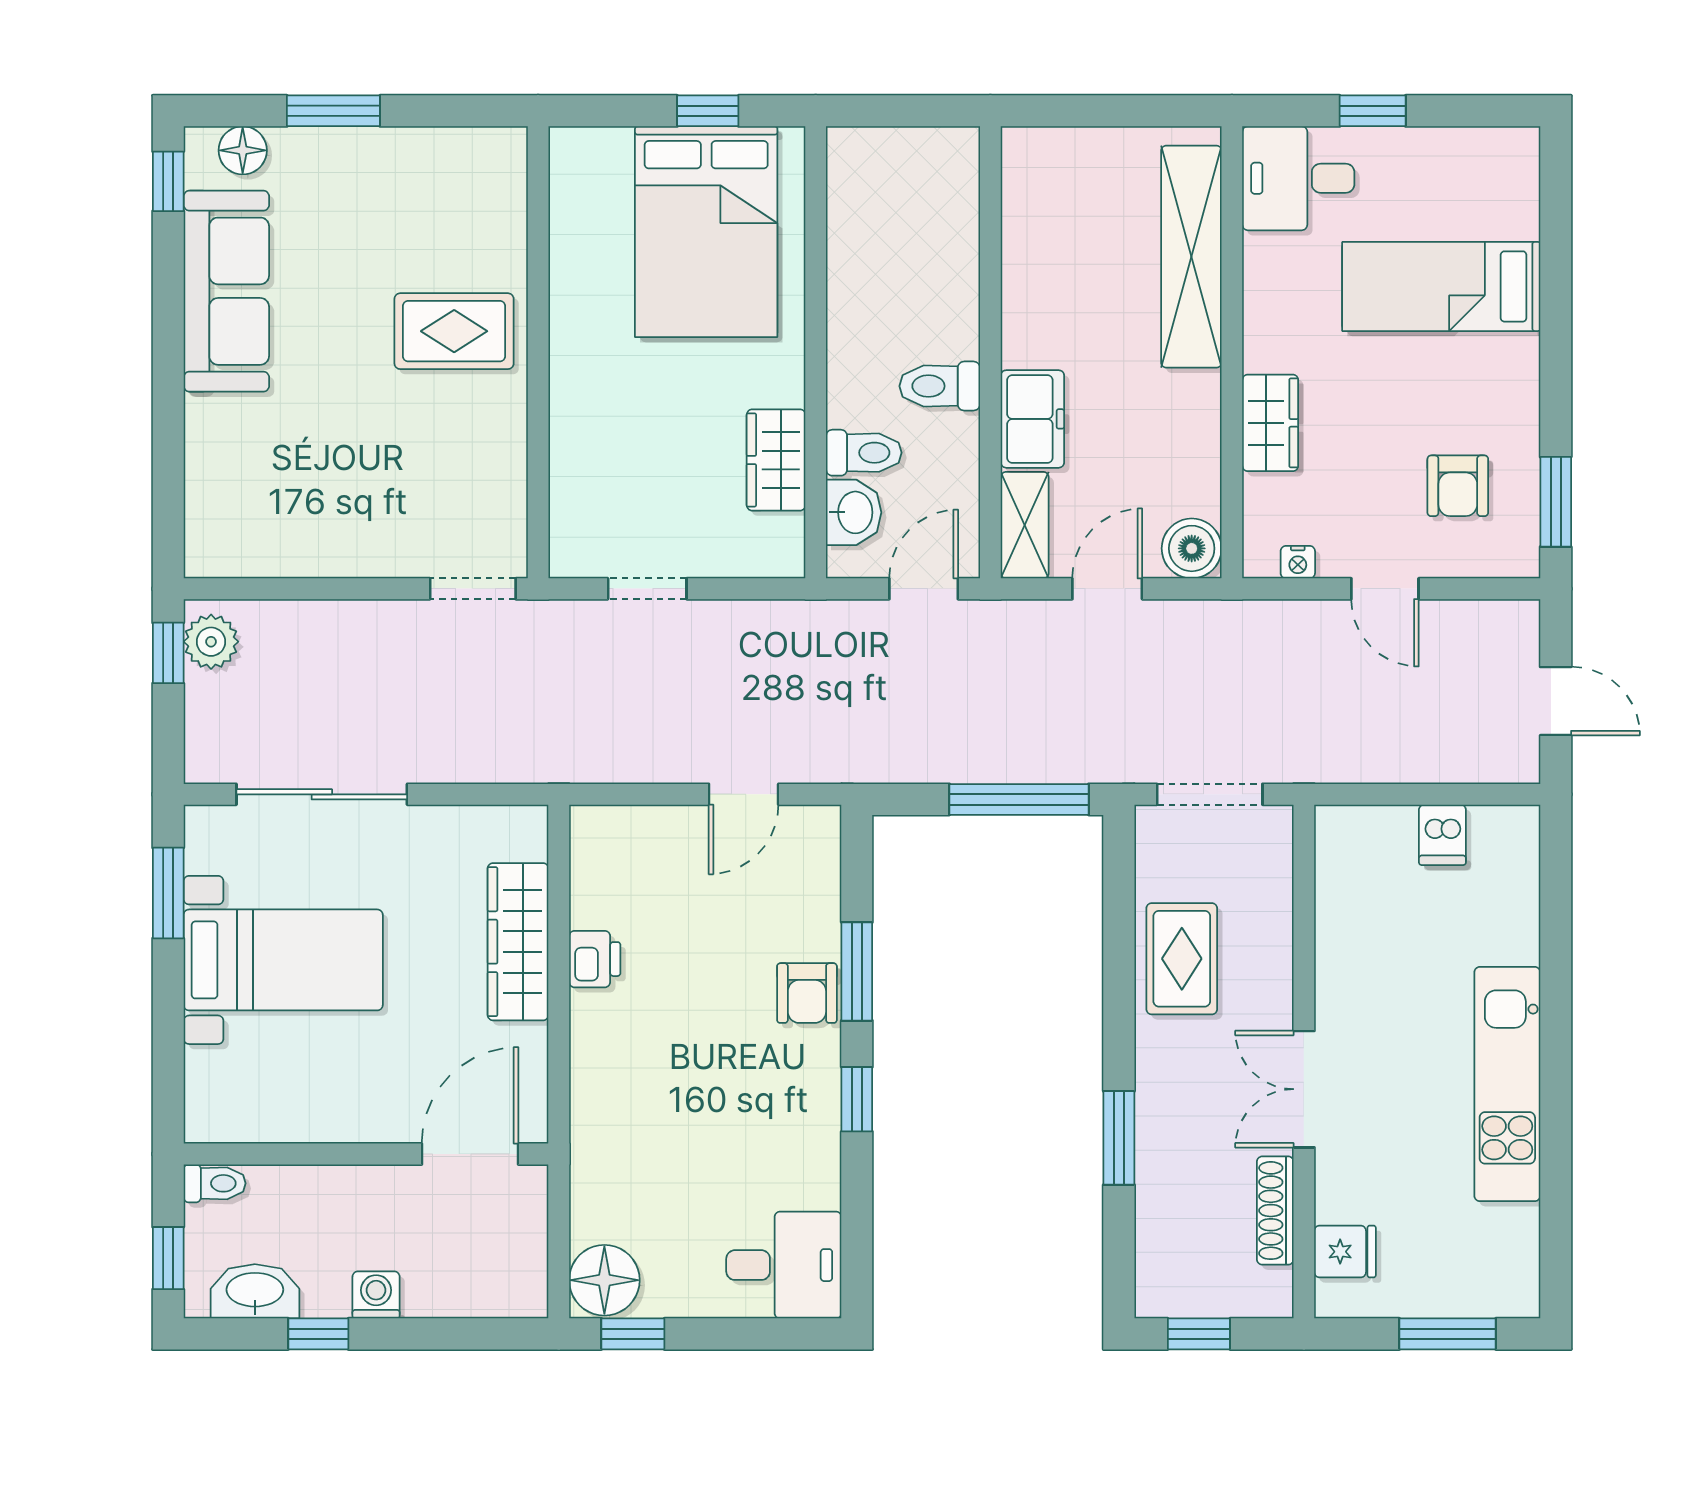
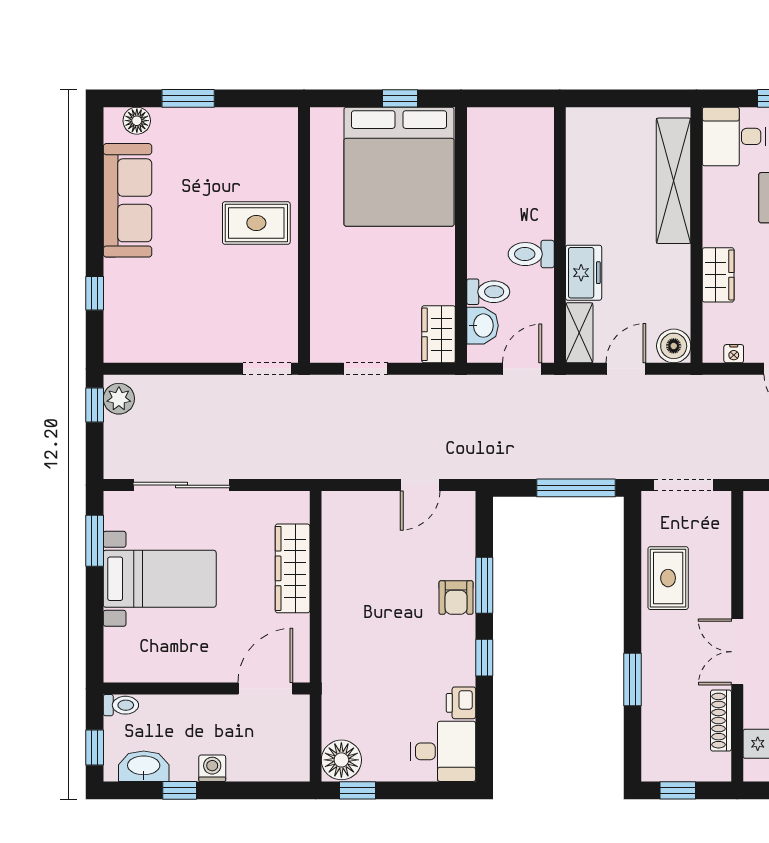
window: (168, 181) -> (95, 293), moved
bed: (706, 232) -> (399, 167), width x1.36
wardrobe: (776, 460) -> (439, 334), moved
printer: (595, 959) -> (461, 703), moved, turned 180

